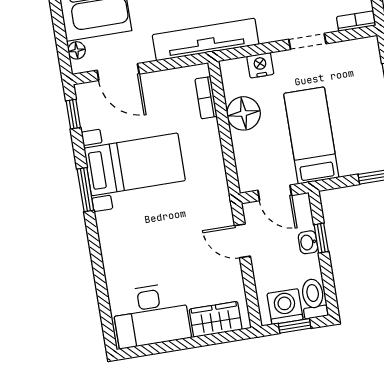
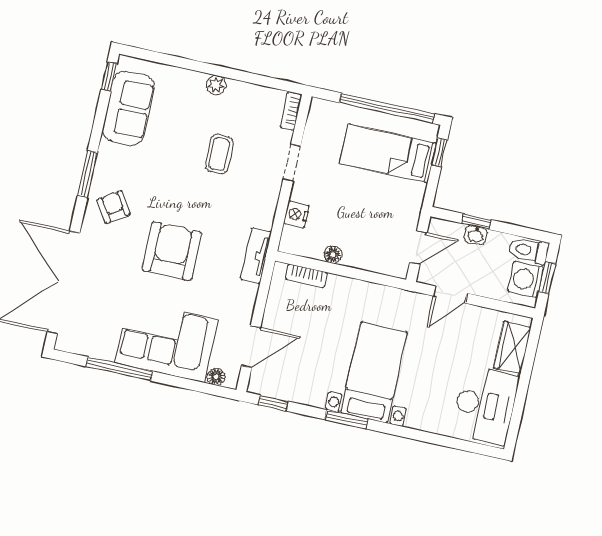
tv unit: (206, 40) -> (256, 256), width x0.52, depth x0.78
floor lamp: (244, 113) -> (333, 255), width x0.53, depth x0.53
bed: (311, 135) -> (388, 154), moved
bed with nightstands: (135, 164) -> (374, 372), moved

